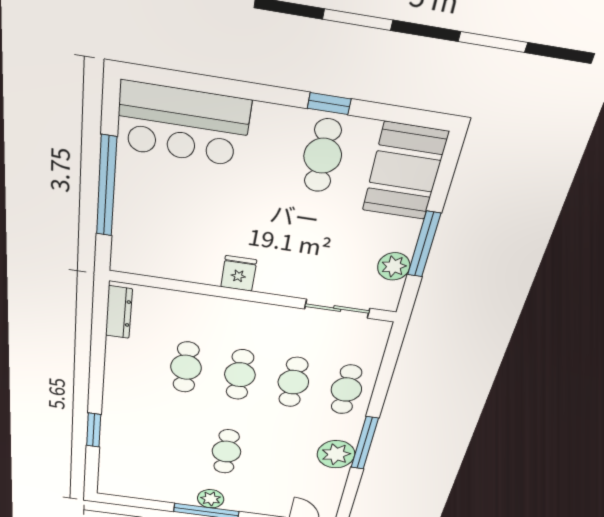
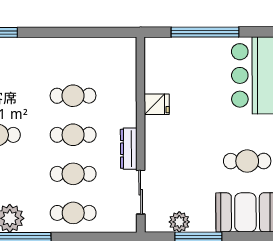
fridge: (239, 273) -> (157, 104), moved
dresser: (119, 312) -> (129, 149), moved, turned 90

